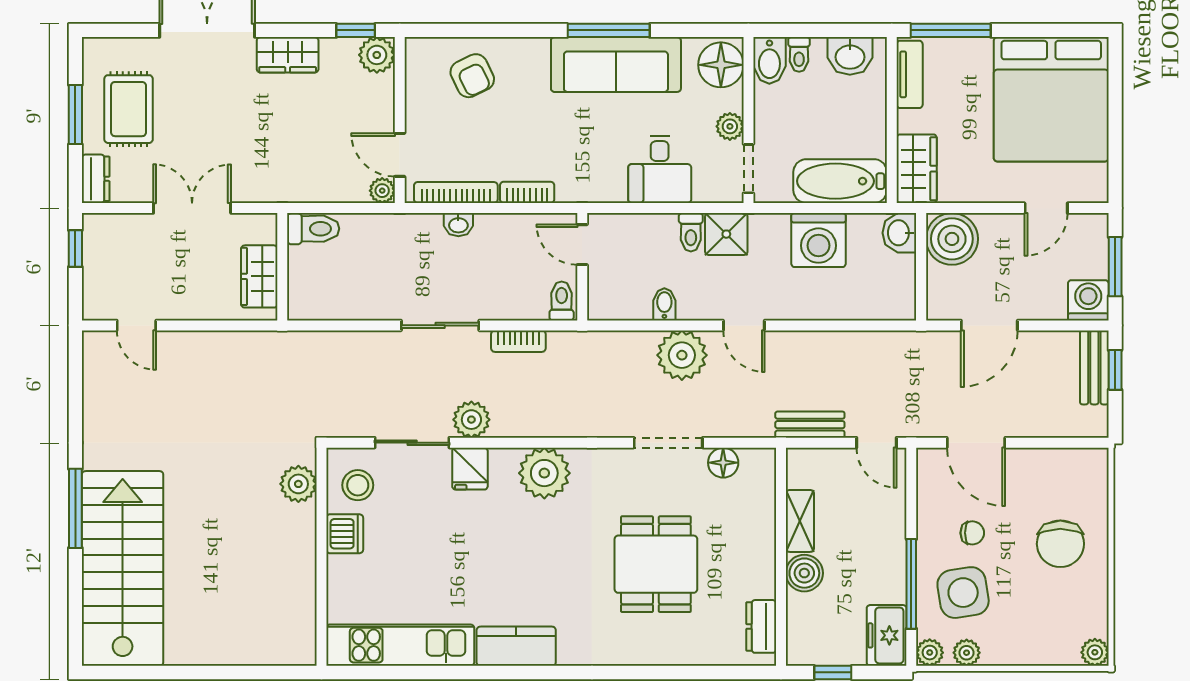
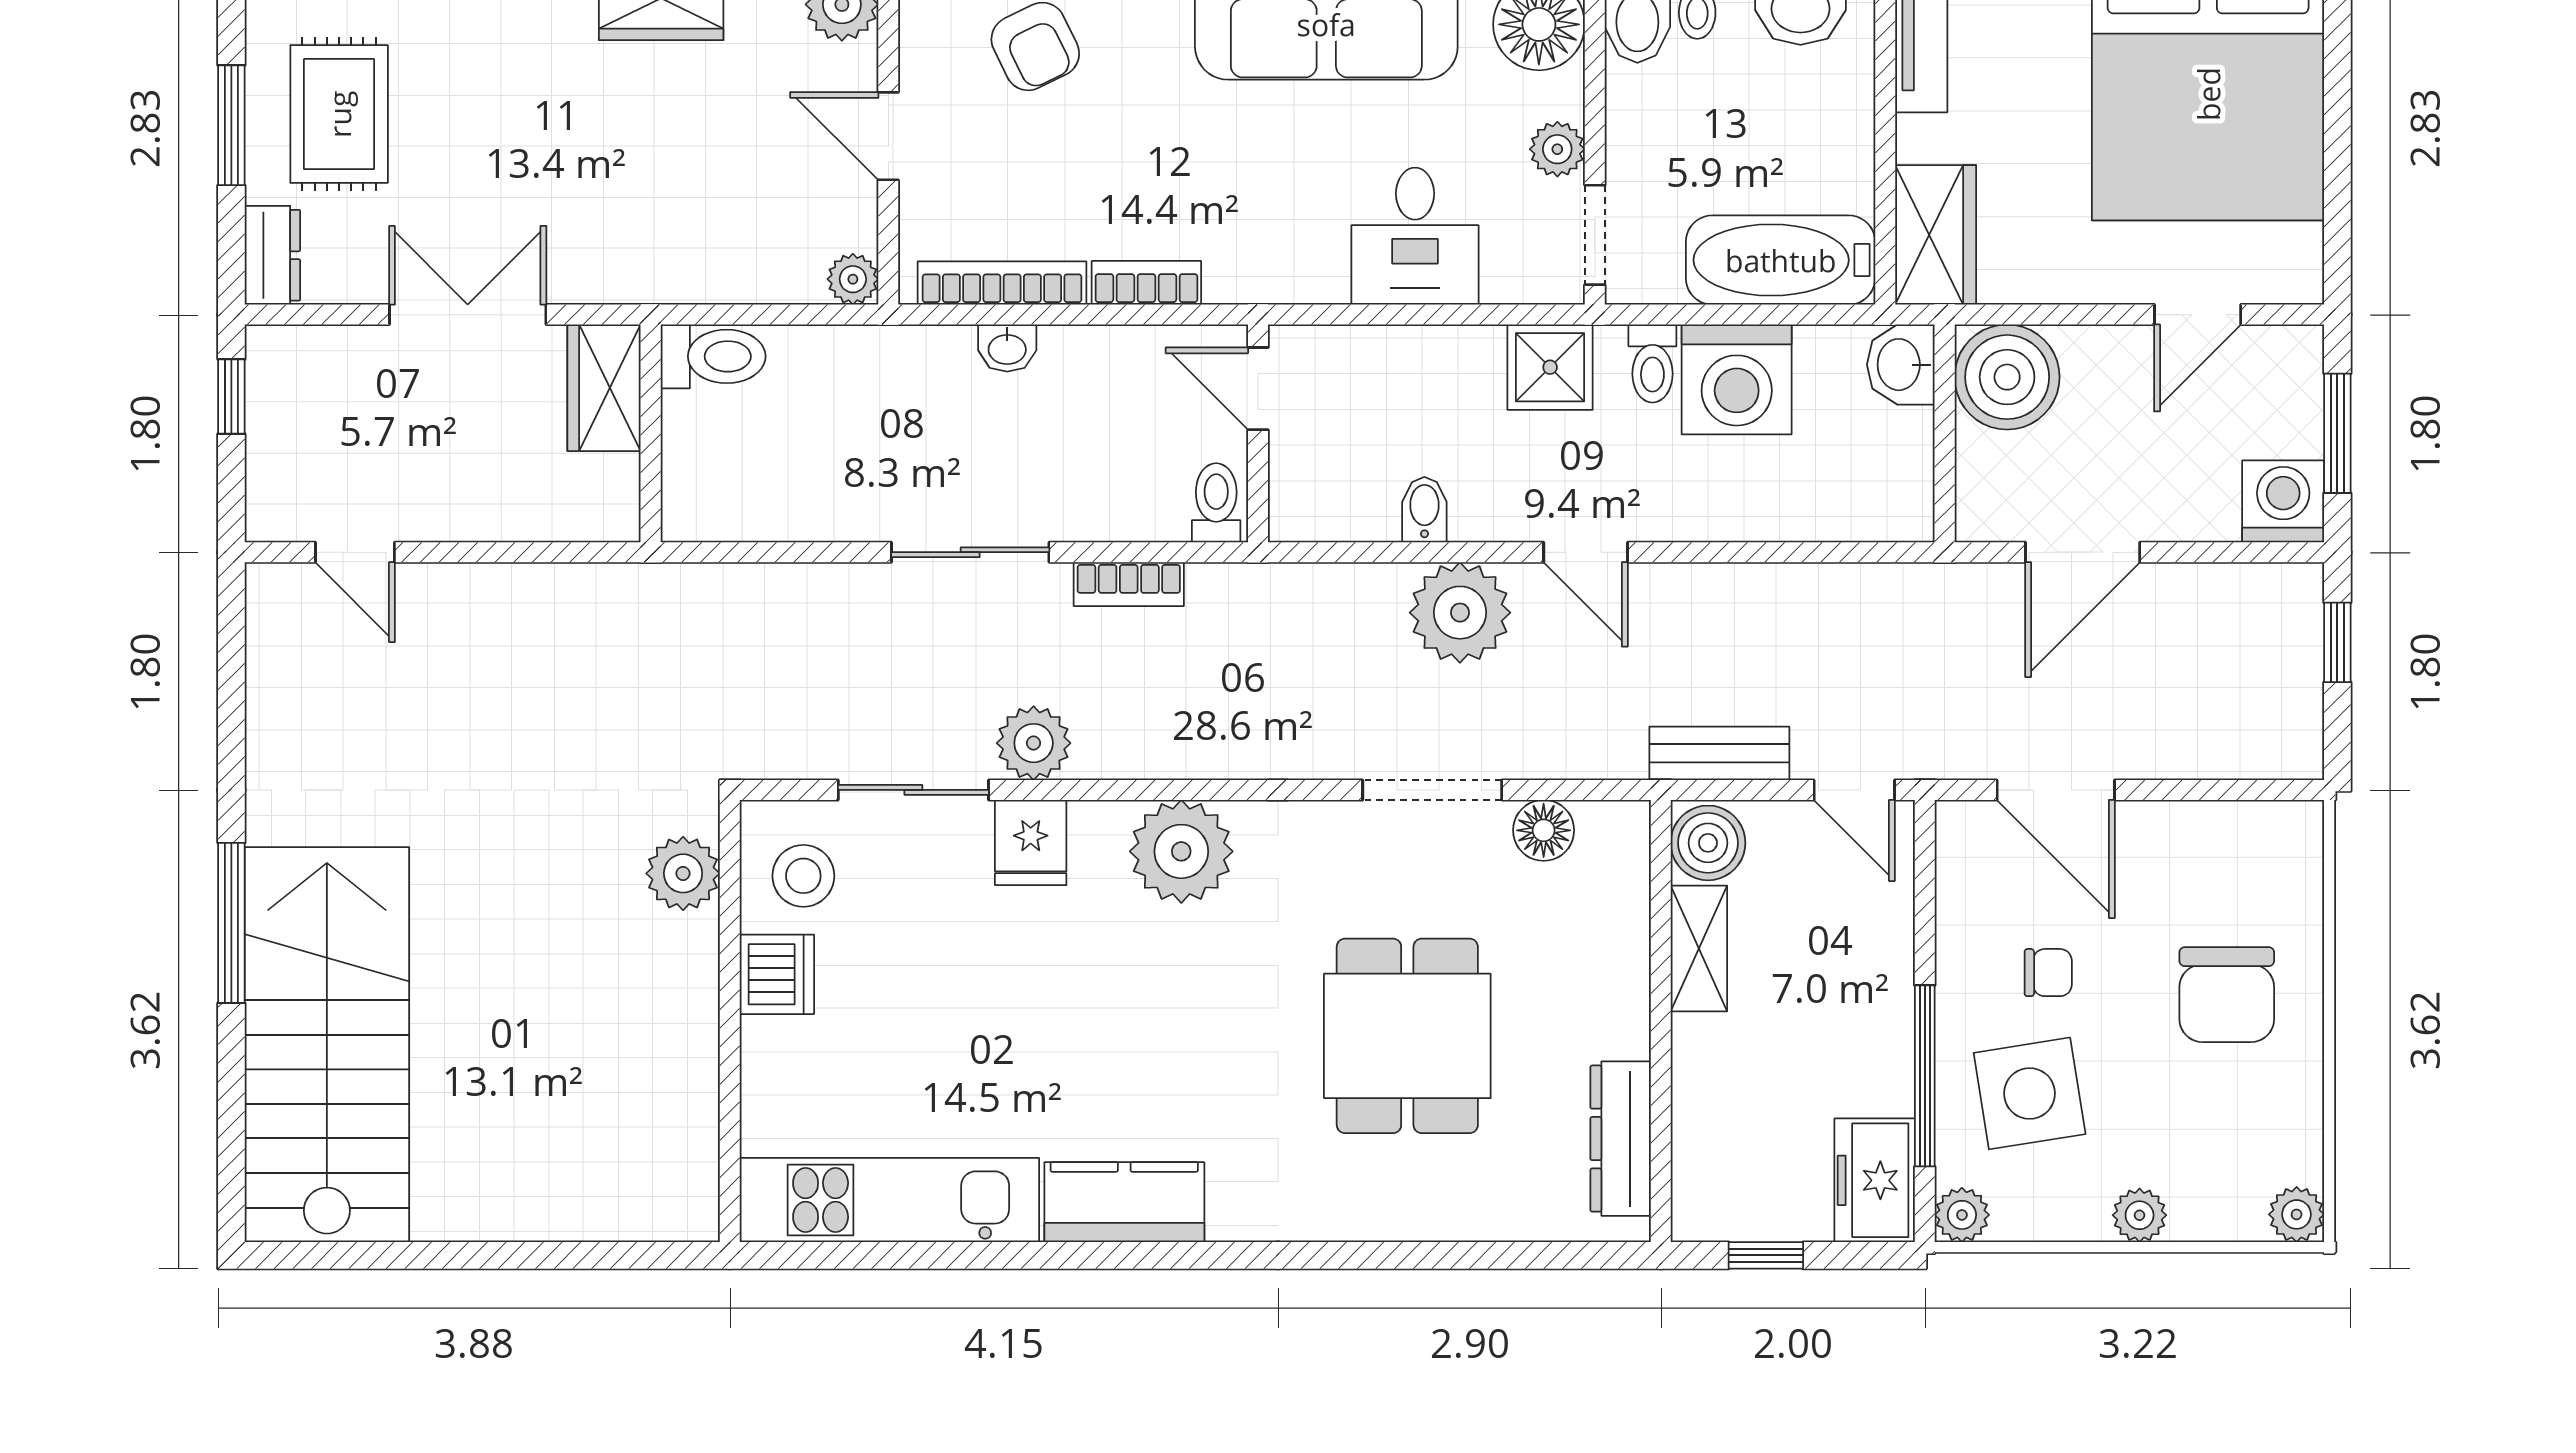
door: (400, 155) -> (888, 136), moved
toilet: (691, 232) -> (1652, 364), moved
wardrobe: (259, 276) -> (604, 388), moved
bench: (1094, 367) -> (2296, 637), removed
boiler: (804, 573) -> (1708, 843), moved
dresser: (761, 626) -> (1621, 1139), width x1.44
plant: (967, 653) -> (2140, 1215), moved

